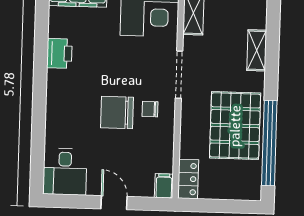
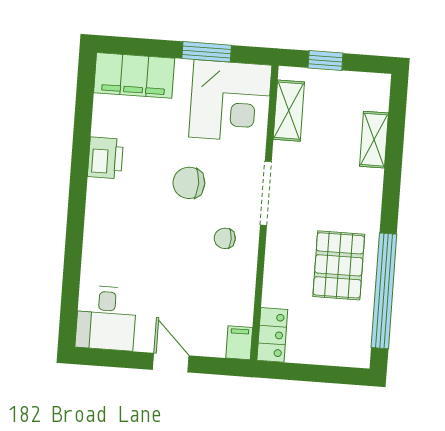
shelving: (257, 50) -> (374, 140), moved
chair: (117, 112) -> (189, 183), moved, width x0.73, depth x0.73
pallet: (235, 126) -> (339, 265), width x0.73, depth x0.71

